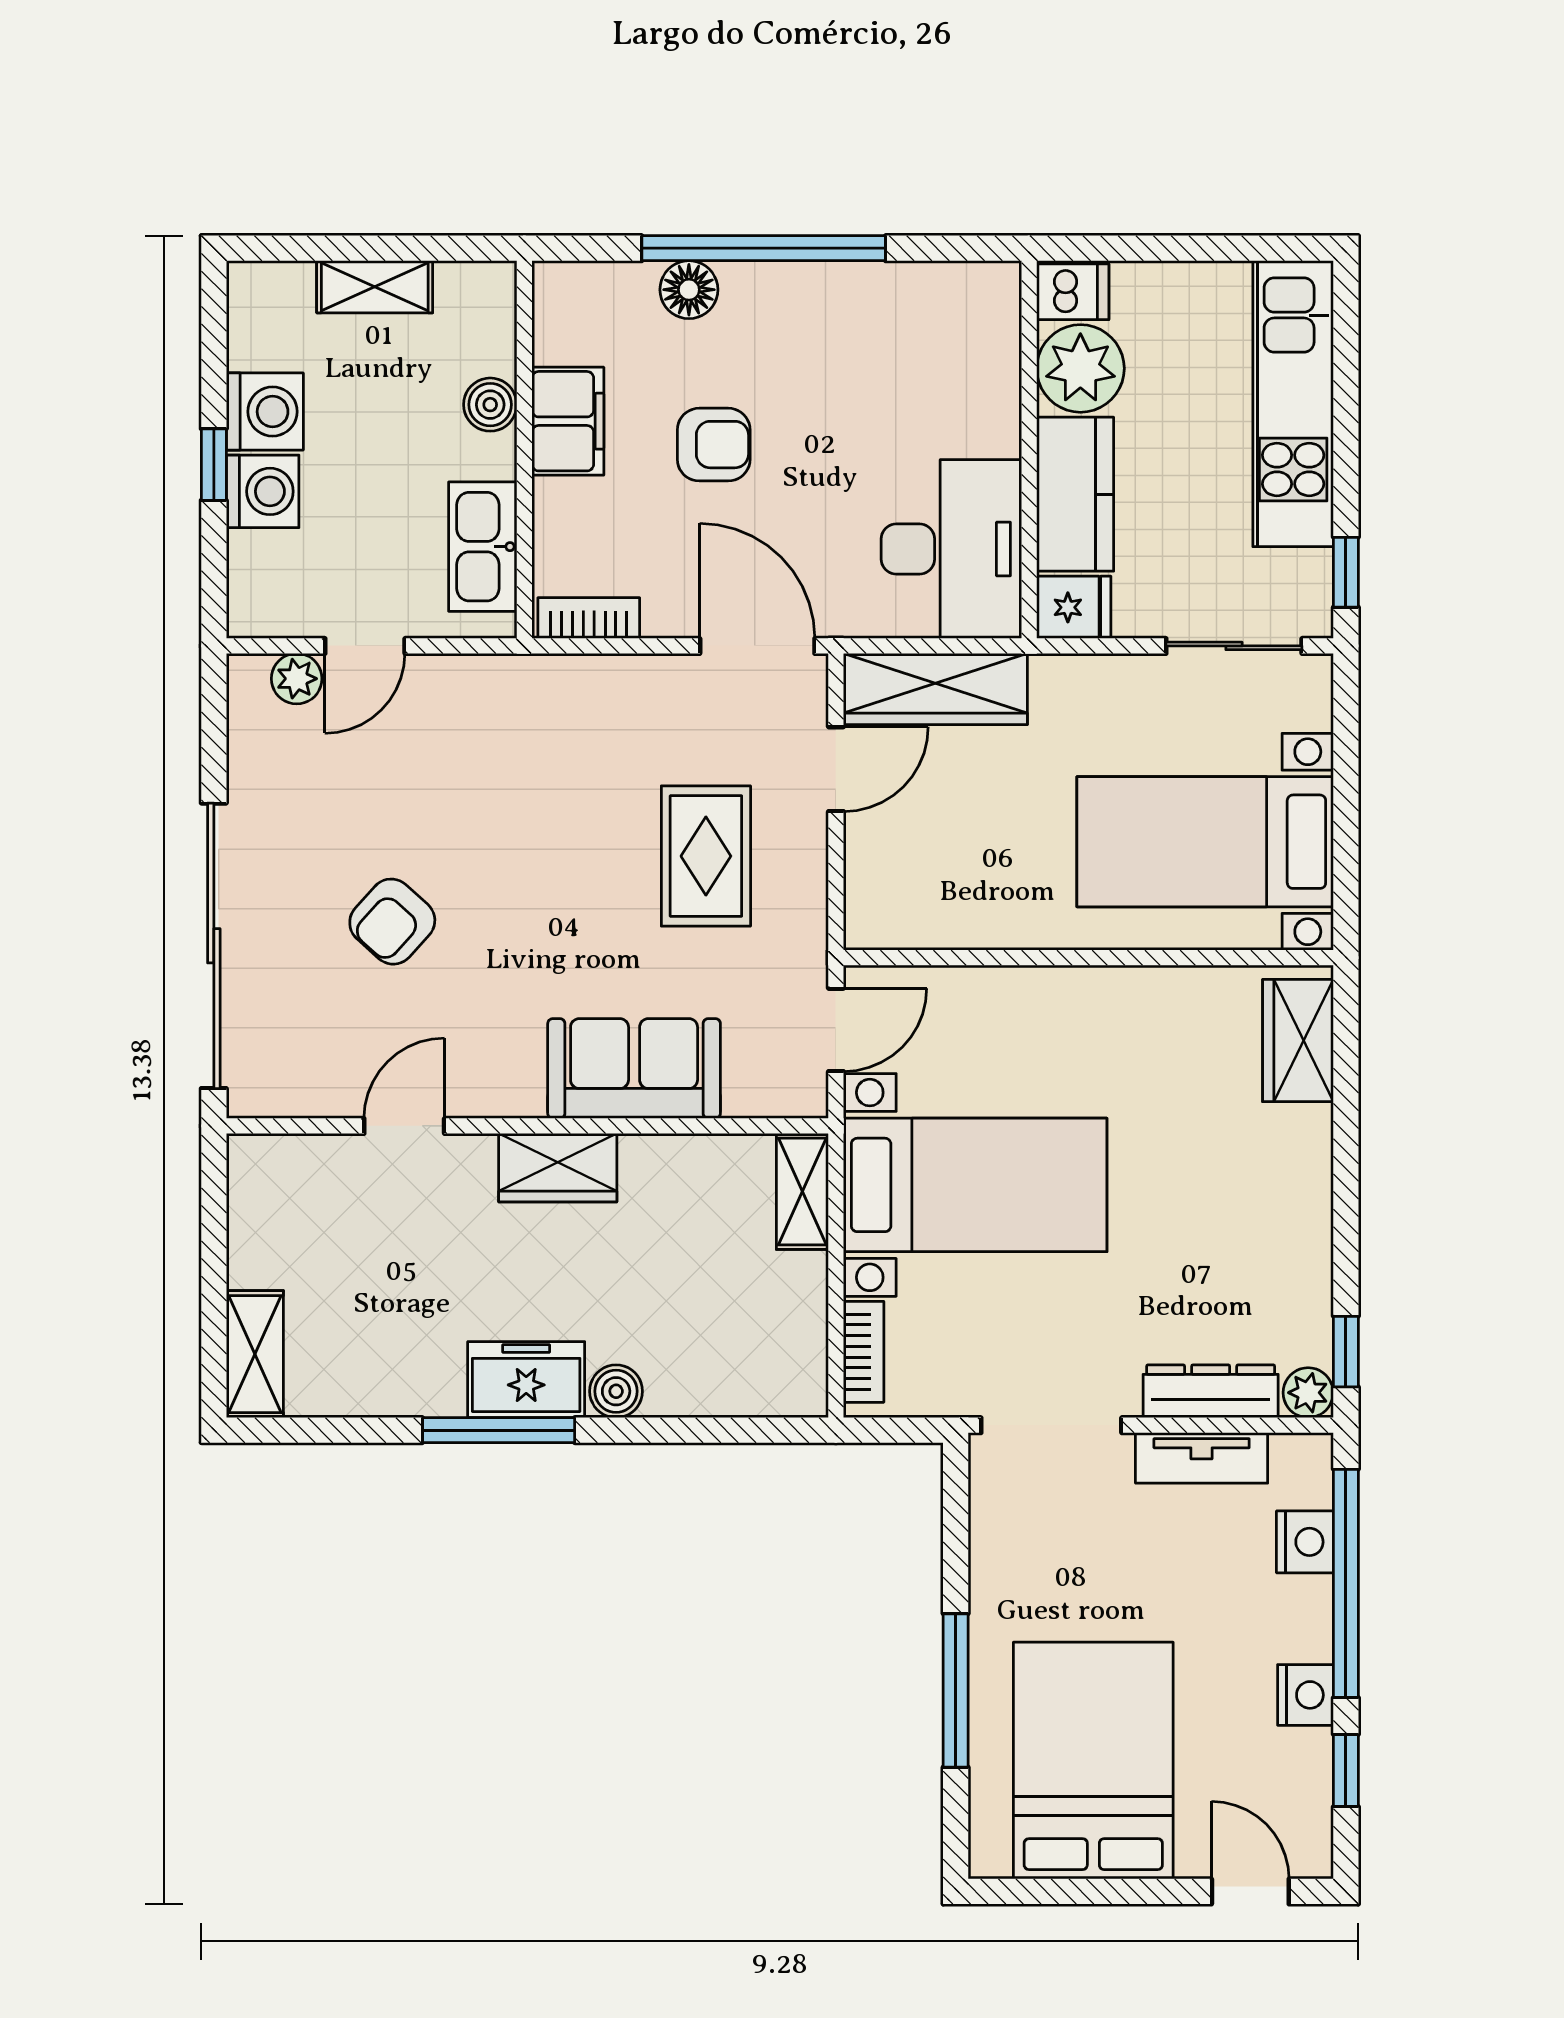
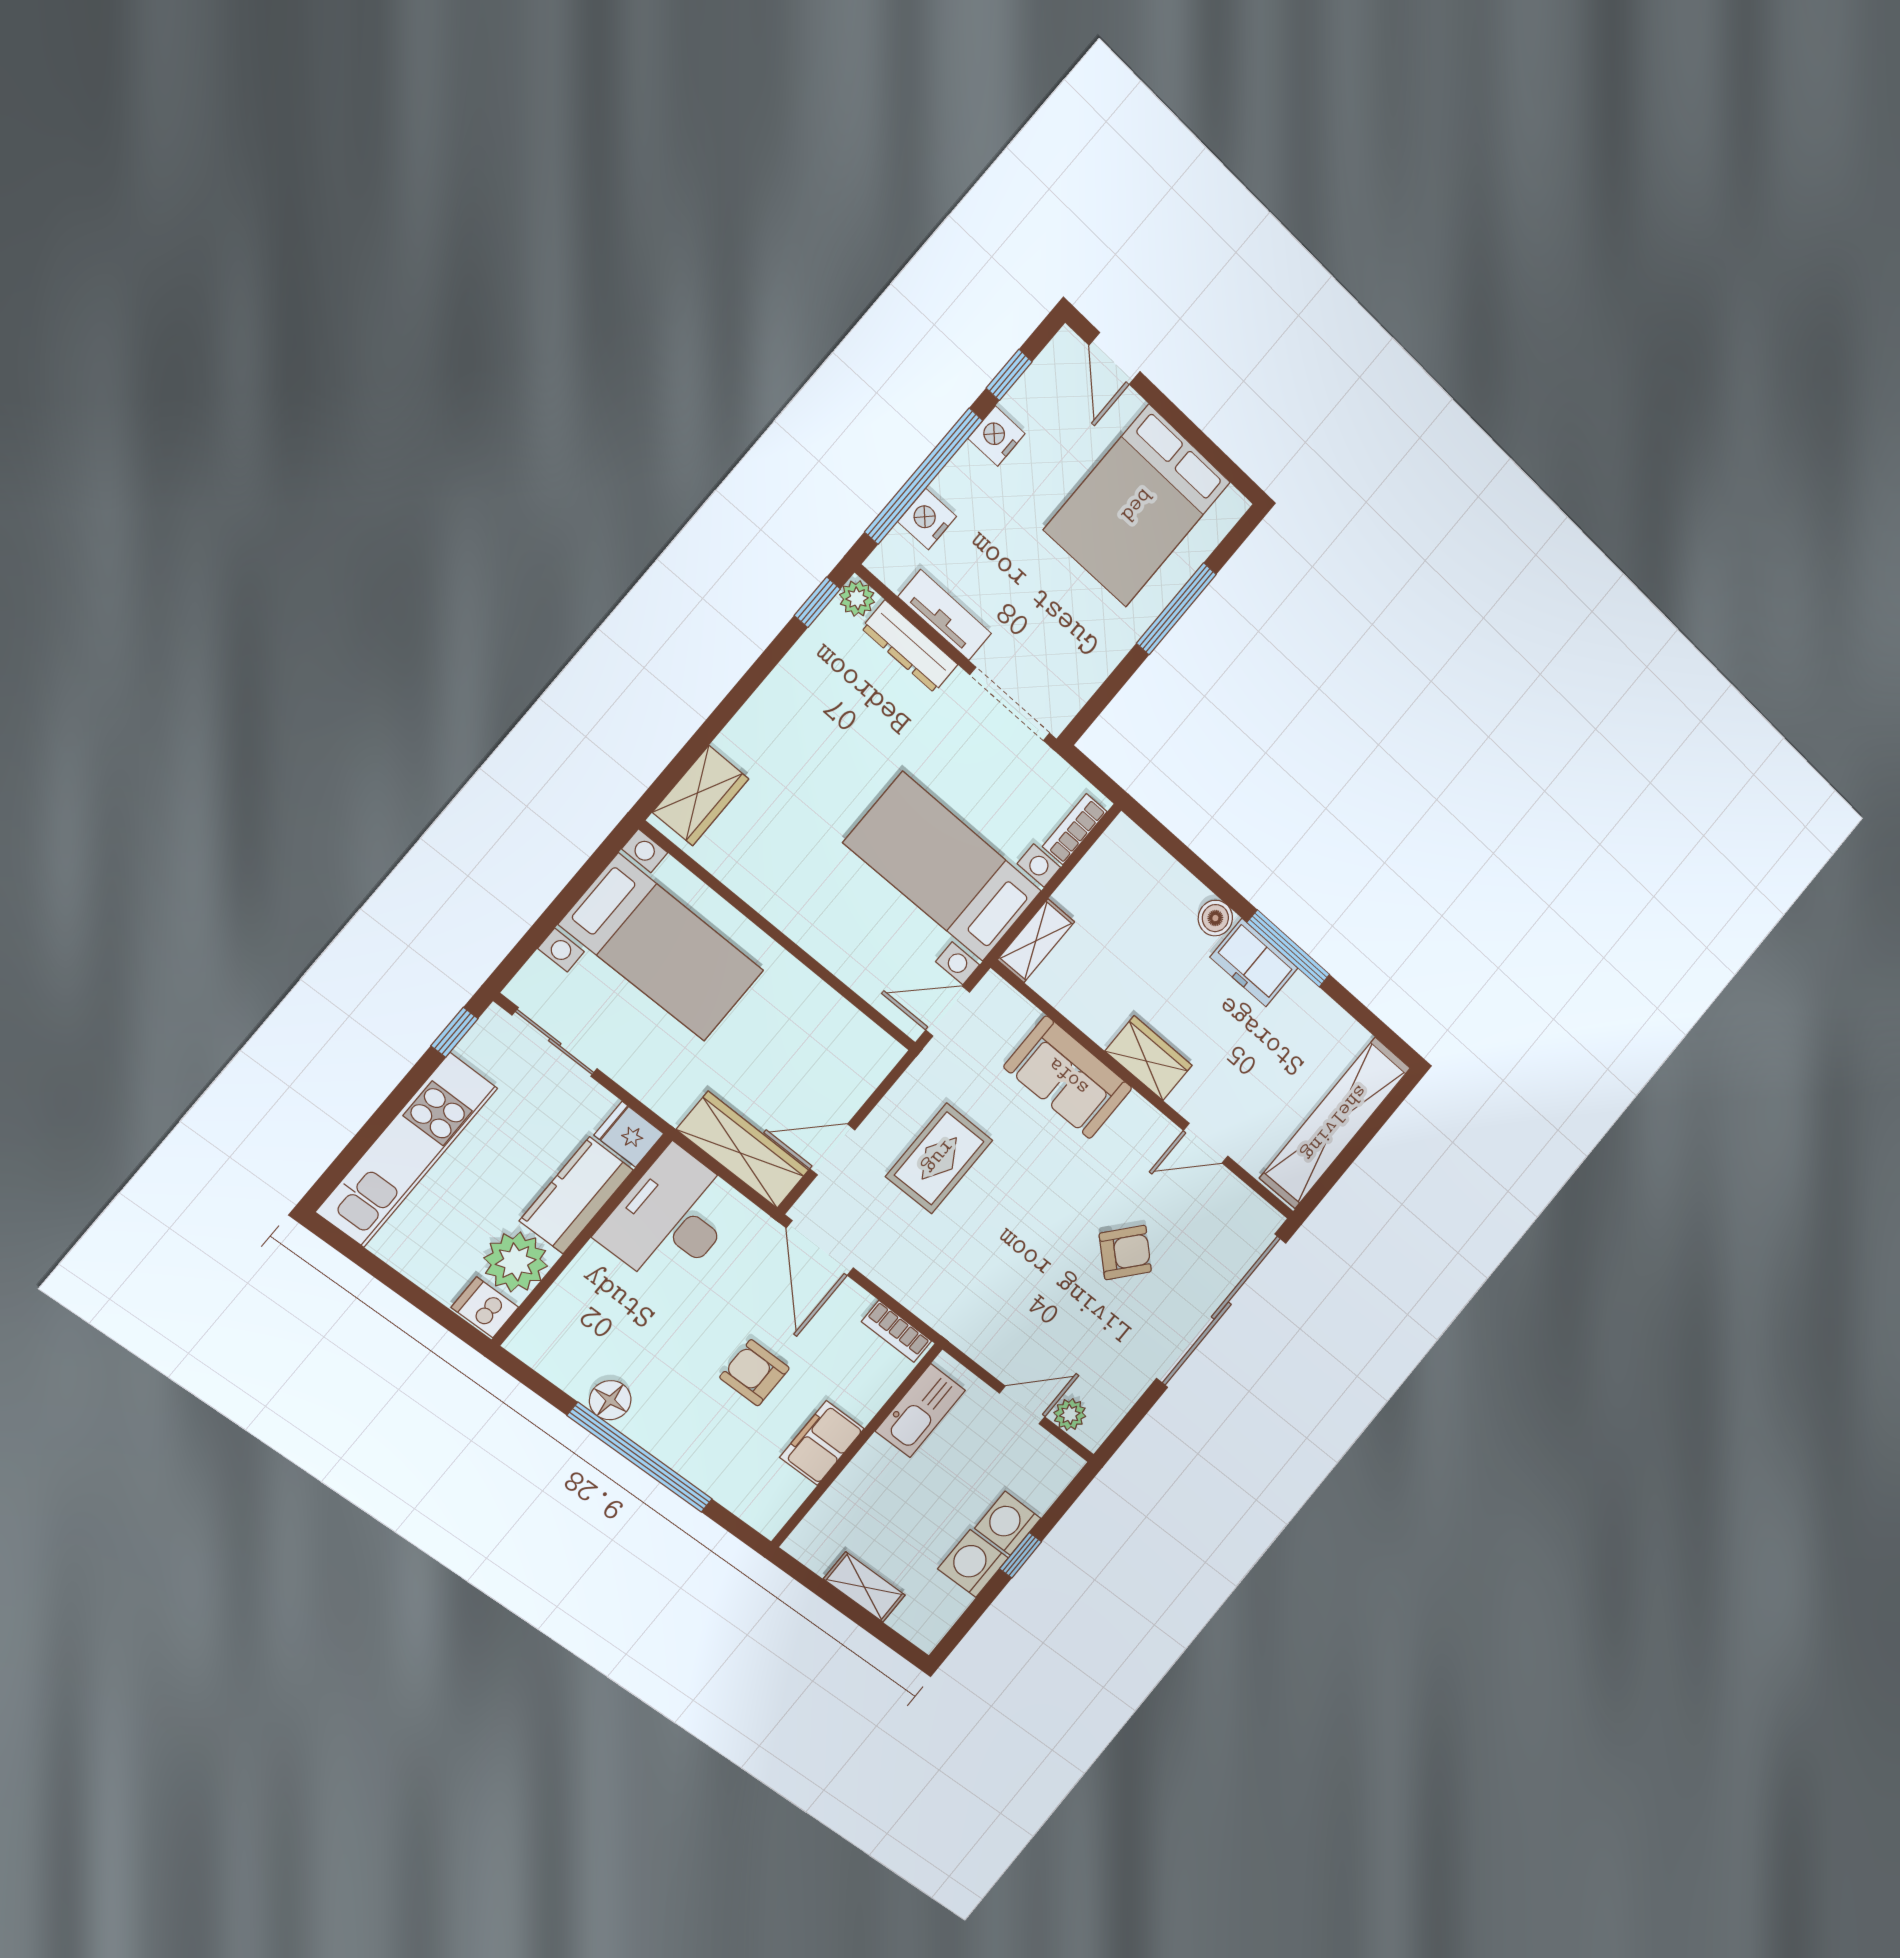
floor lamp: (689, 290) -> (610, 1400), moved
boiler: (490, 405) -> (855, 1482), removed
shelving: (255, 1354) -> (1335, 1123), width x2.20, depth x1.33

